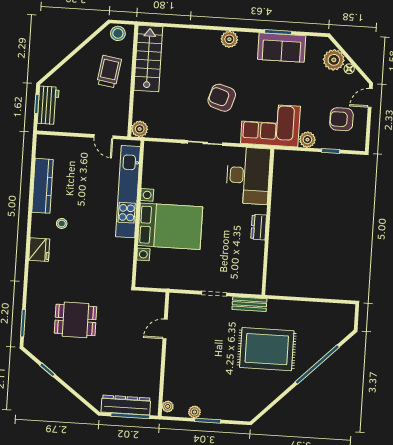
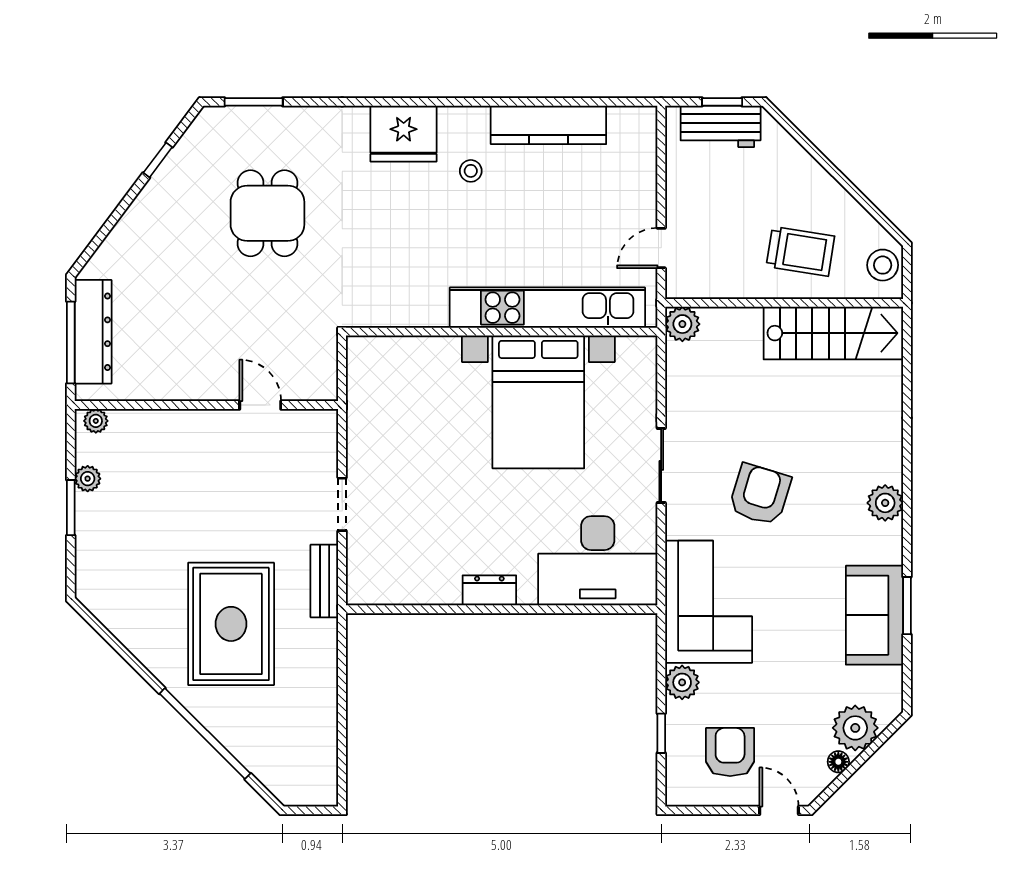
bed with nightstands: (170, 226) -> (538, 402), moved
fridge: (39, 250) -> (404, 134), width x1.36, depth x1.34

